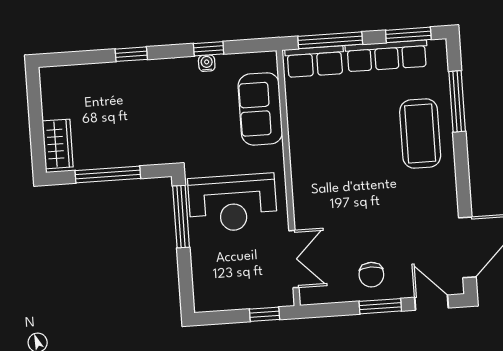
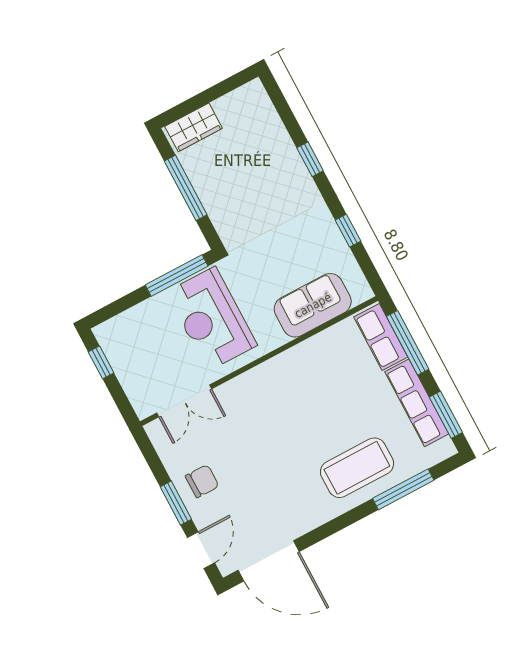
water cooler: (207, 63) -> (334, 235), removed
chair: (371, 275) -> (202, 481), turned 180
window: (264, 314) -> (101, 362), moved

